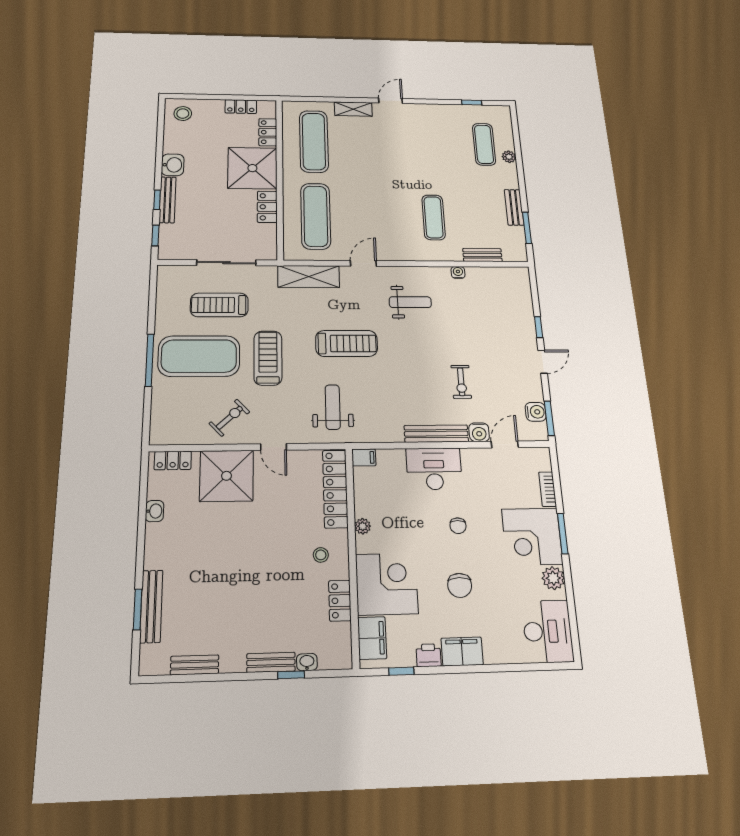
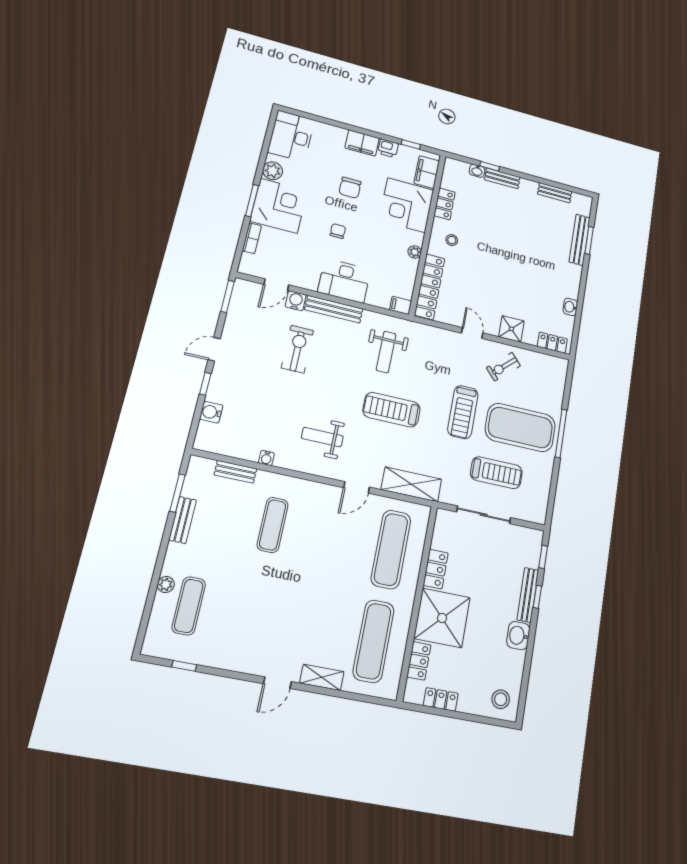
exercise bike: (461, 382) -> (297, 349), width x1.38, depth x1.39
weight bench: (333, 407) -> (386, 352), moved
water cooler: (536, 412) -> (211, 412), moved
shower: (226, 476) -> (511, 329), width x0.54, depth x0.54
chair: (460, 585) -> (350, 188), turned 180

